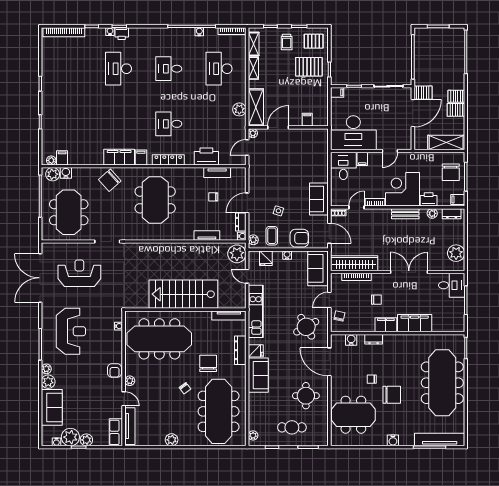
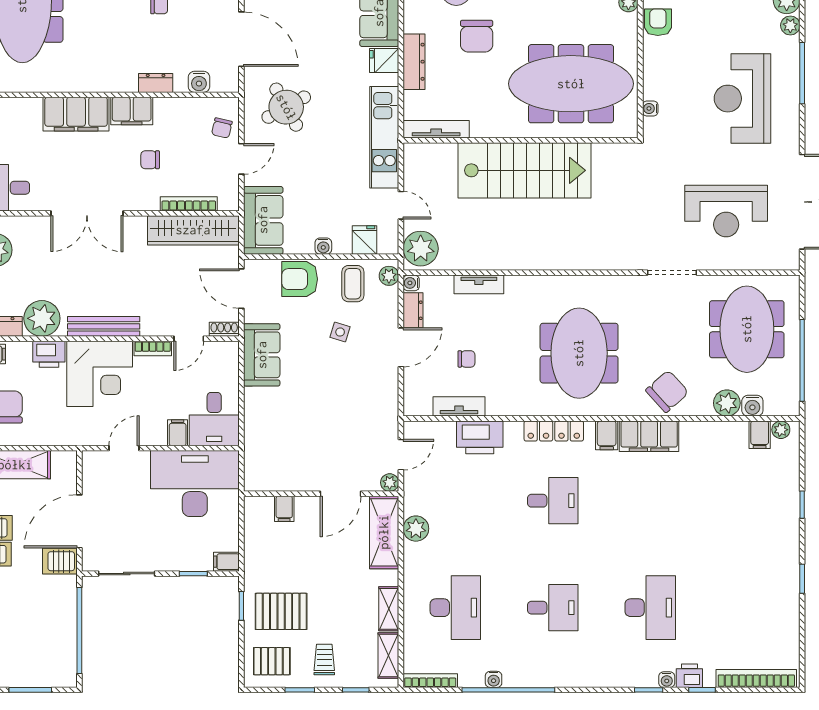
printer: (122, 34) -> (689, 676), moved
plant: (53, 174) -> (727, 403), moved
plant: (432, 213) -> (42, 318), width x1.88, depth x1.88
bench: (405, 214) -> (104, 326), width x1.36

